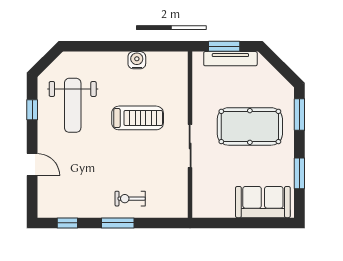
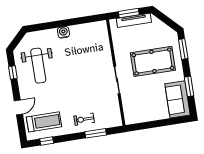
water cooler: (137, 60) -> (63, 32), moved
treadmill: (138, 118) -> (44, 122), moved
door: (32, 165) -> (18, 107), hinge flipped
sofa: (263, 202) -> (177, 99), moved, turned -90
window: (118, 223) -> (96, 133), moved

